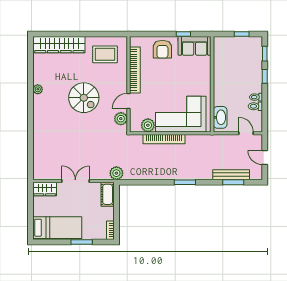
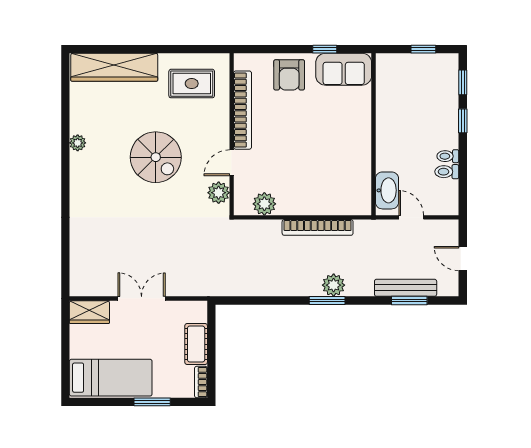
corner sofa: (181, 114) -> (320, 185), removed
door: (246, 133) -> (411, 217), moved
bookcase: (164, 139) -> (318, 227), moved
plant: (116, 173) -> (334, 285), moved
cot: (108, 194) -> (196, 344), moved

